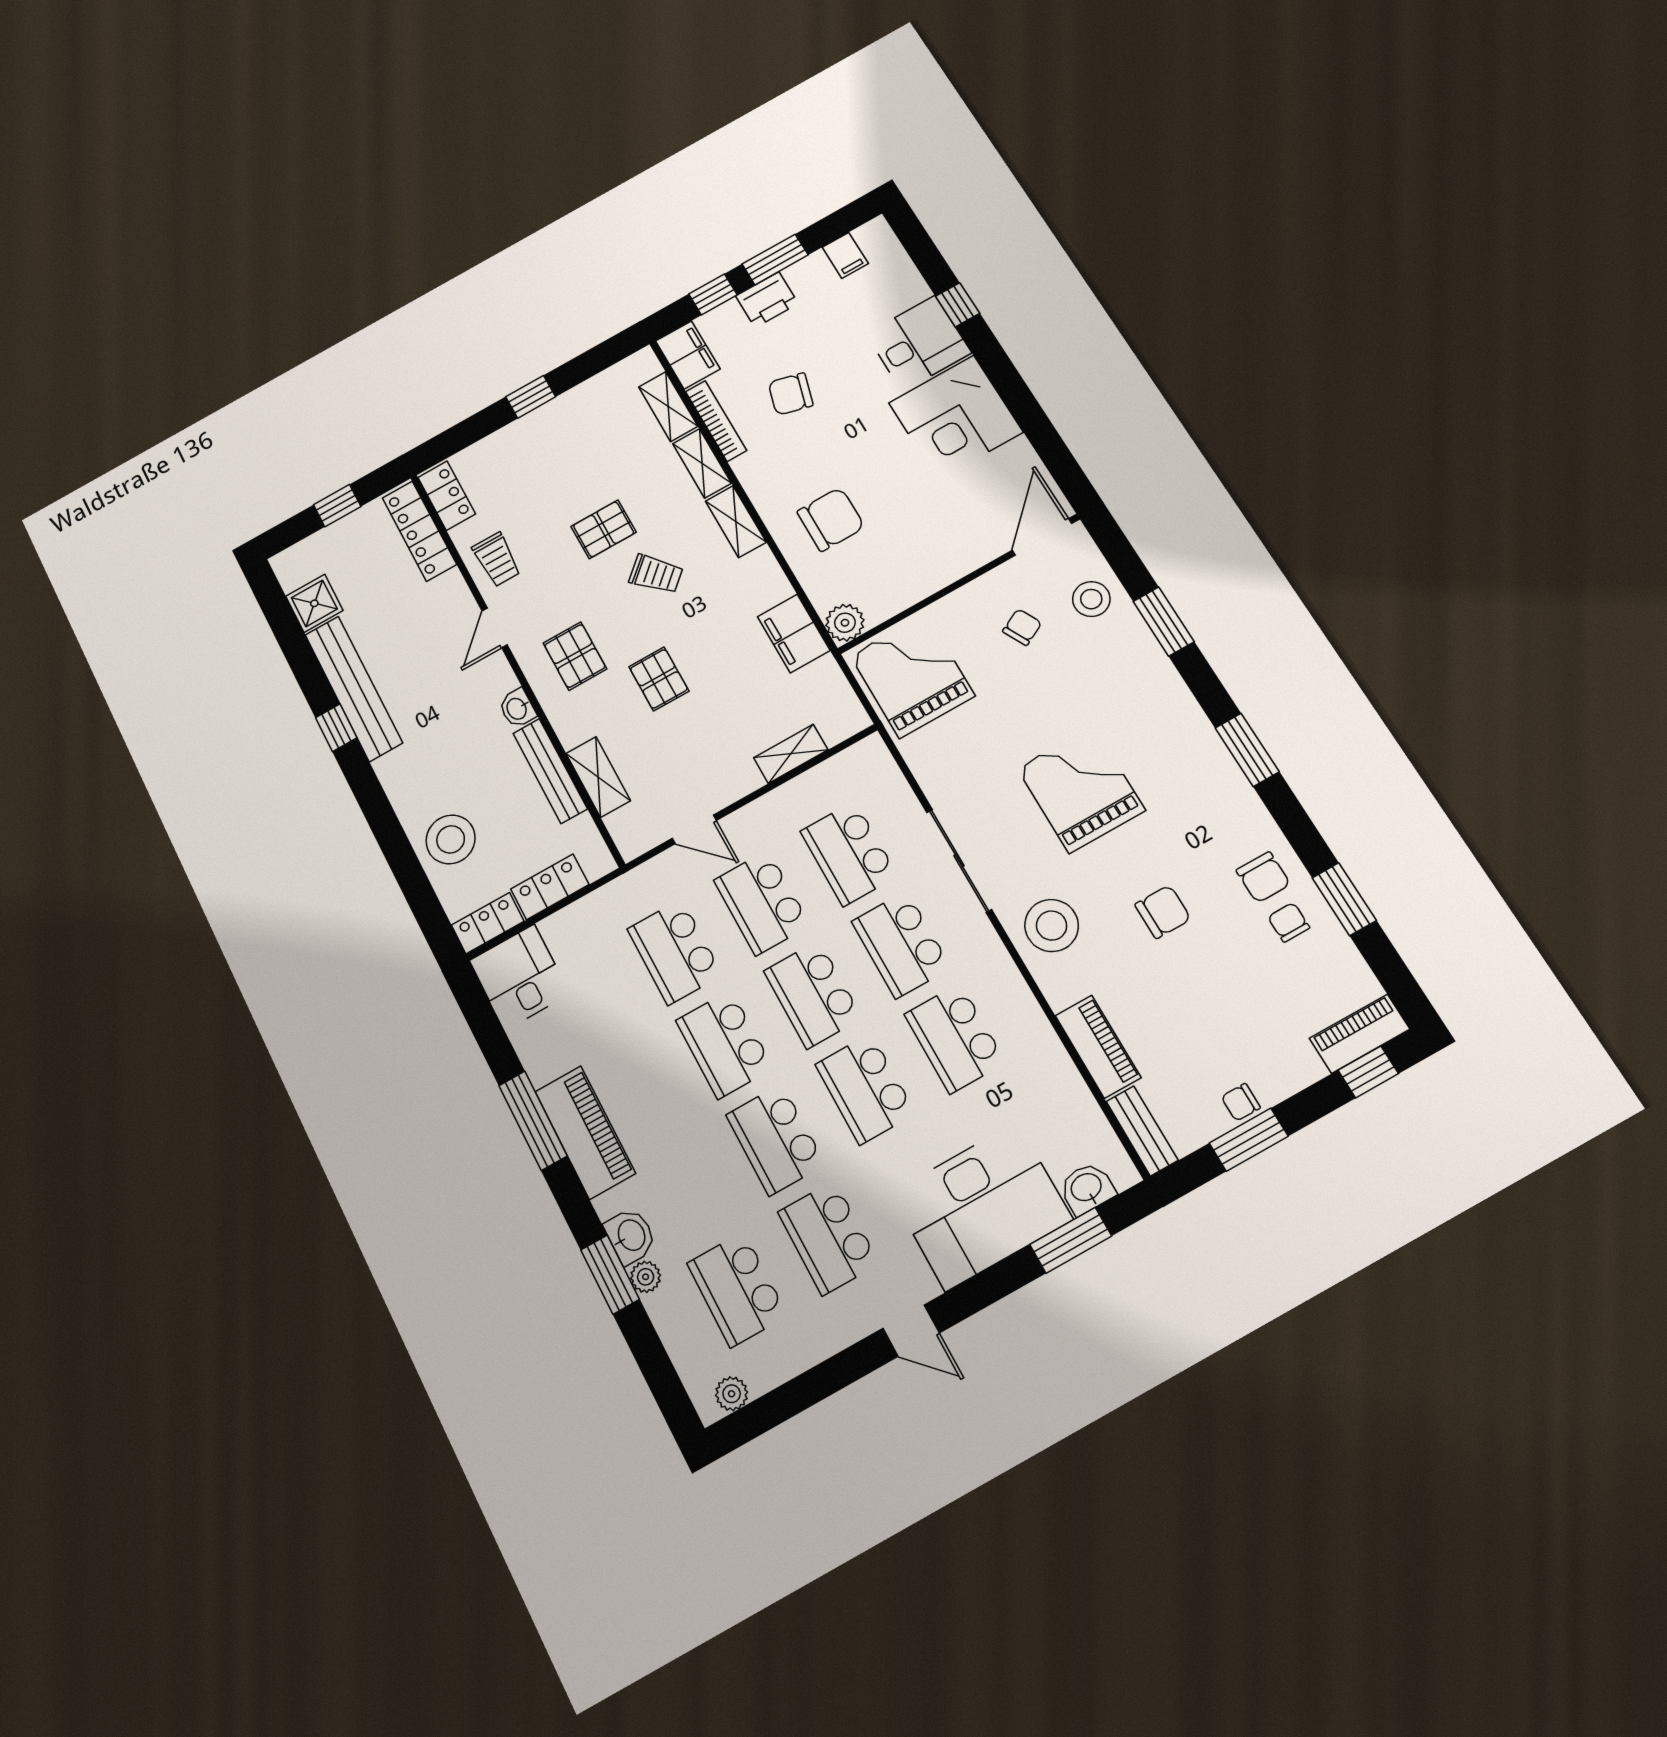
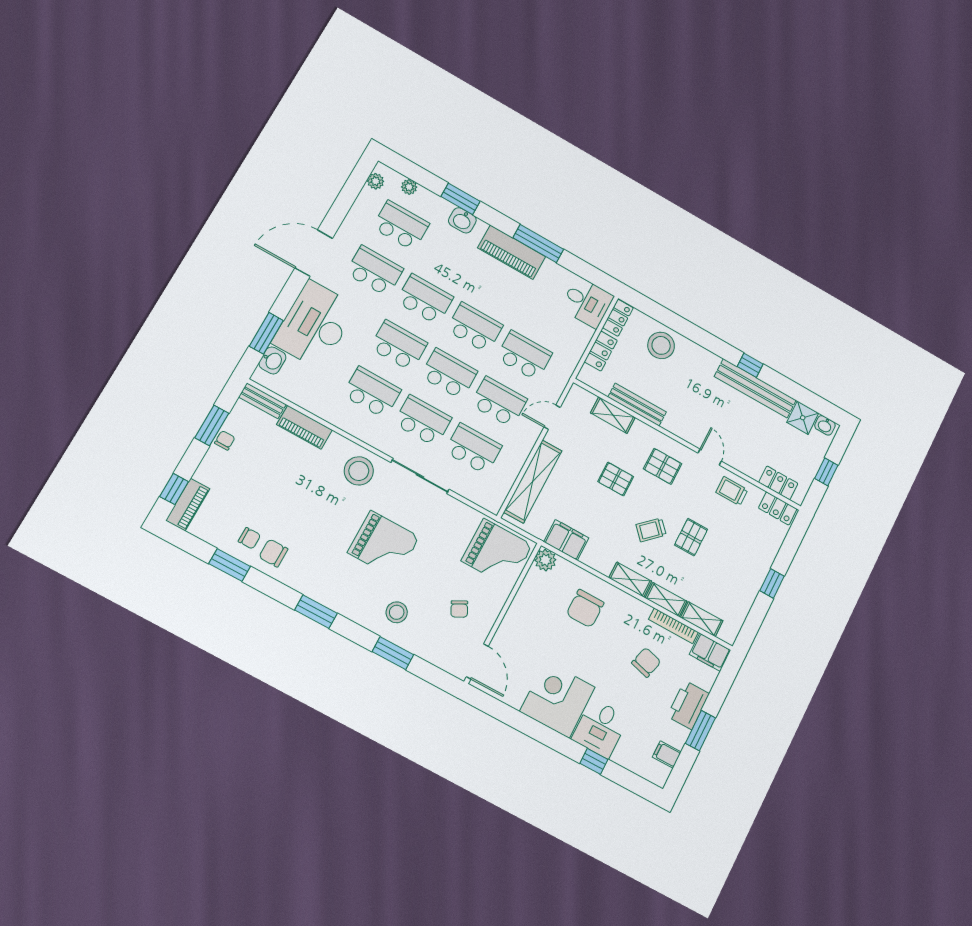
window: (713, 294) -> (719, 693), removed
printer: (767, 300) -> (688, 705), width x1.37, depth x1.19
locker: (419, 531) -> (778, 483), width x0.66
stool: (1091, 599) -> (397, 612), moved
washbasin: (517, 708) -> (825, 425), moved, turned 180
shelving: (791, 754) -> (533, 481), width x2.20, depth x1.33
chair: (1163, 912) -> (311, 508), removed
plant: (646, 1277) -> (409, 187), moved
door: (911, 1331) -> (314, 253), width x1.87

